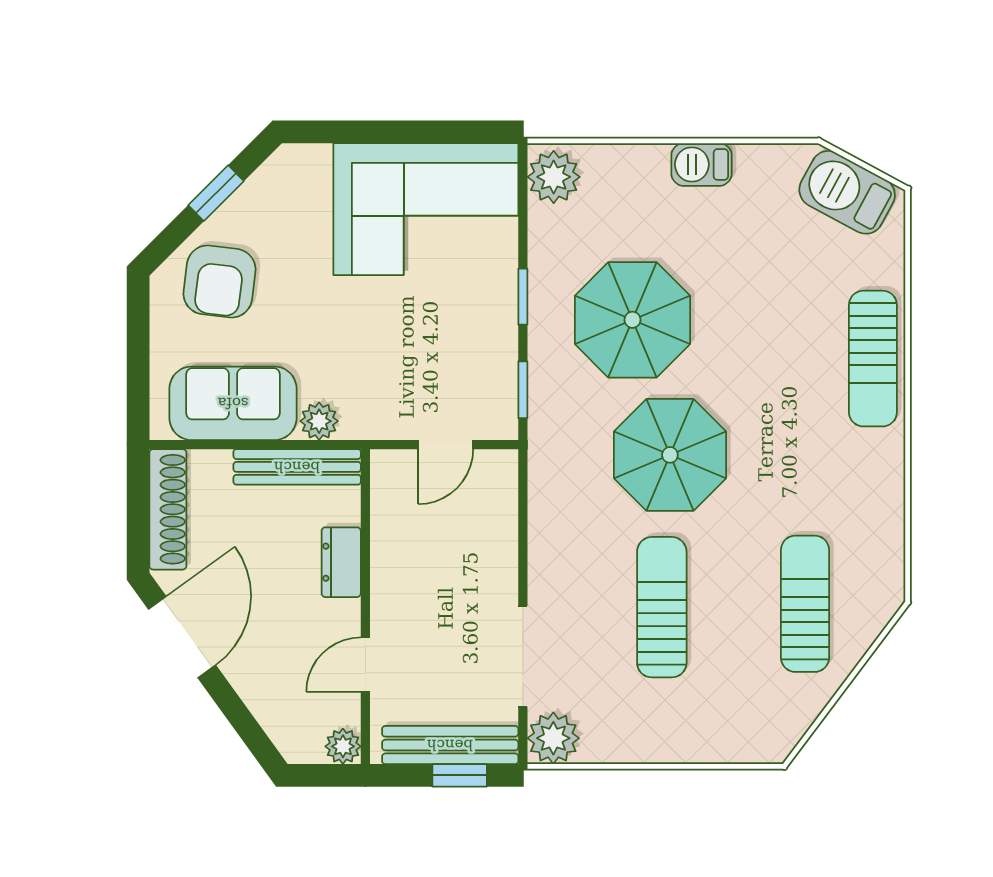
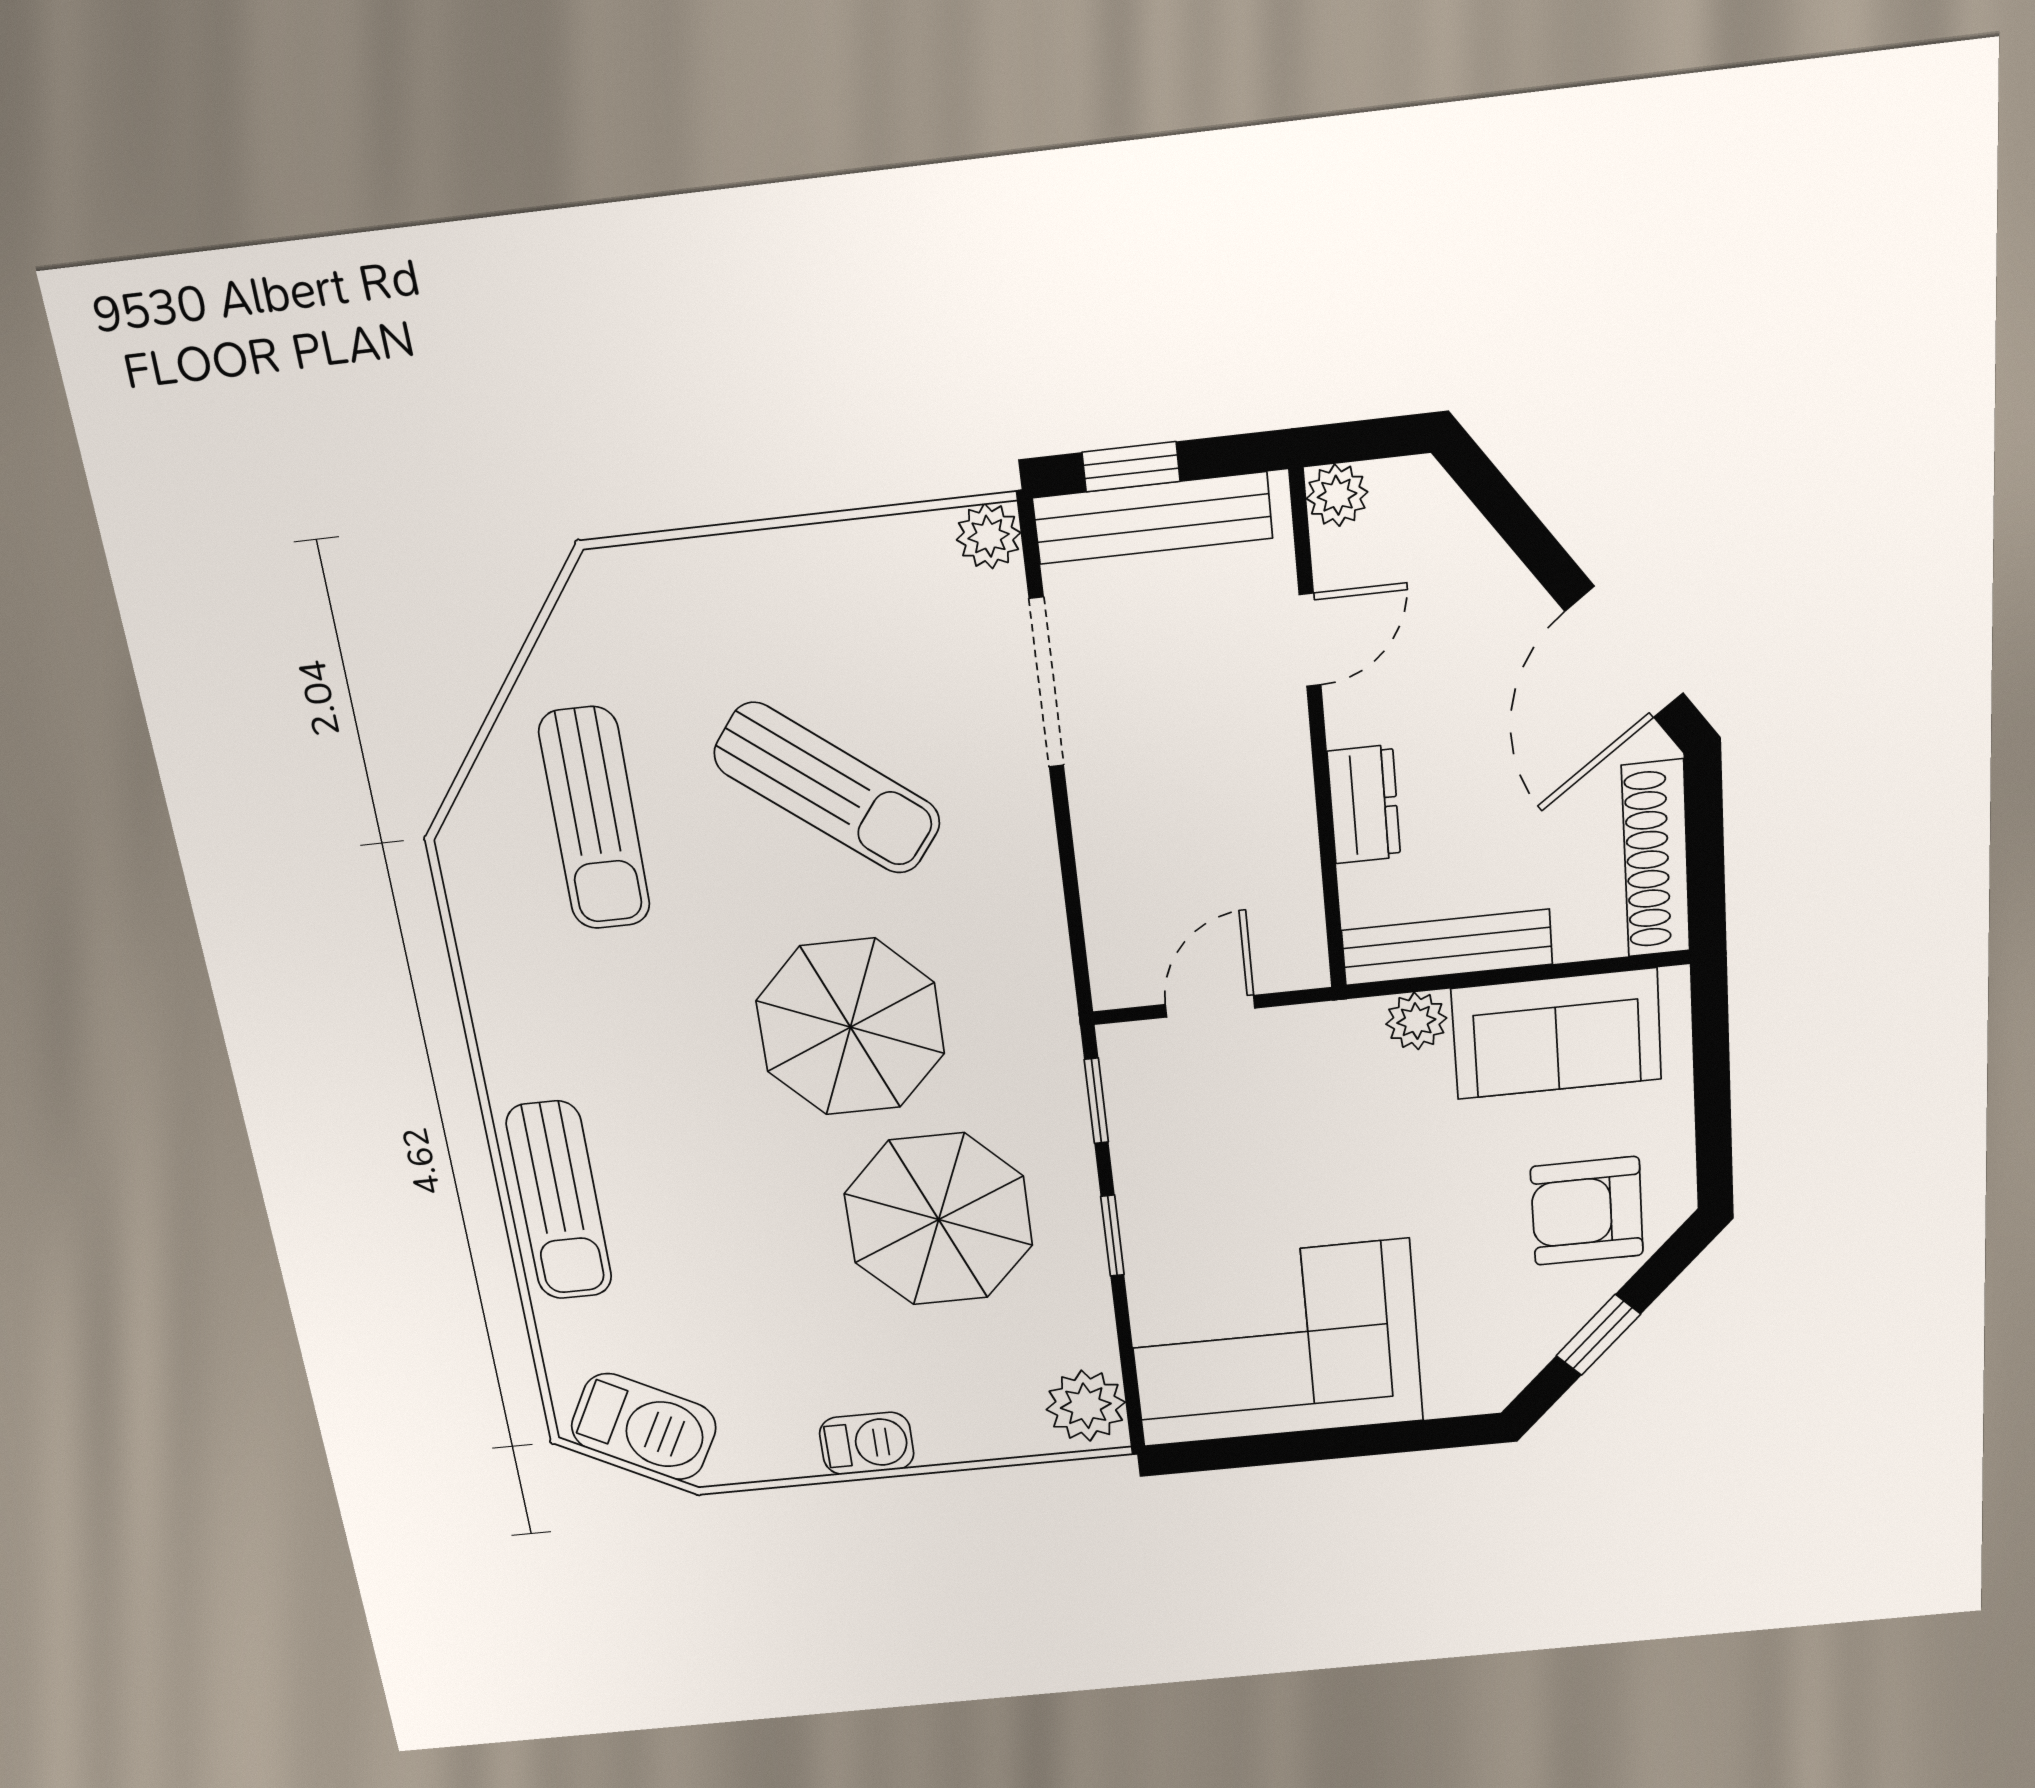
armchair: (220, 282) -> (1587, 1211), turned -97
sun lounger: (873, 359) -> (559, 1201), turned 180
sun lounger: (662, 607) -> (827, 788), turned -52
plant: (553, 738) -> (989, 536), width x0.73, depth x0.73

